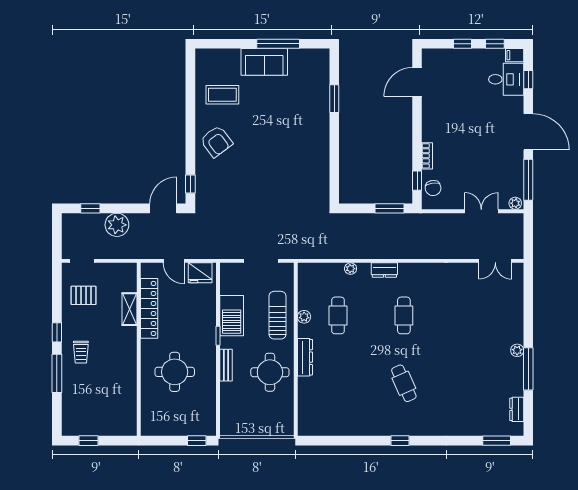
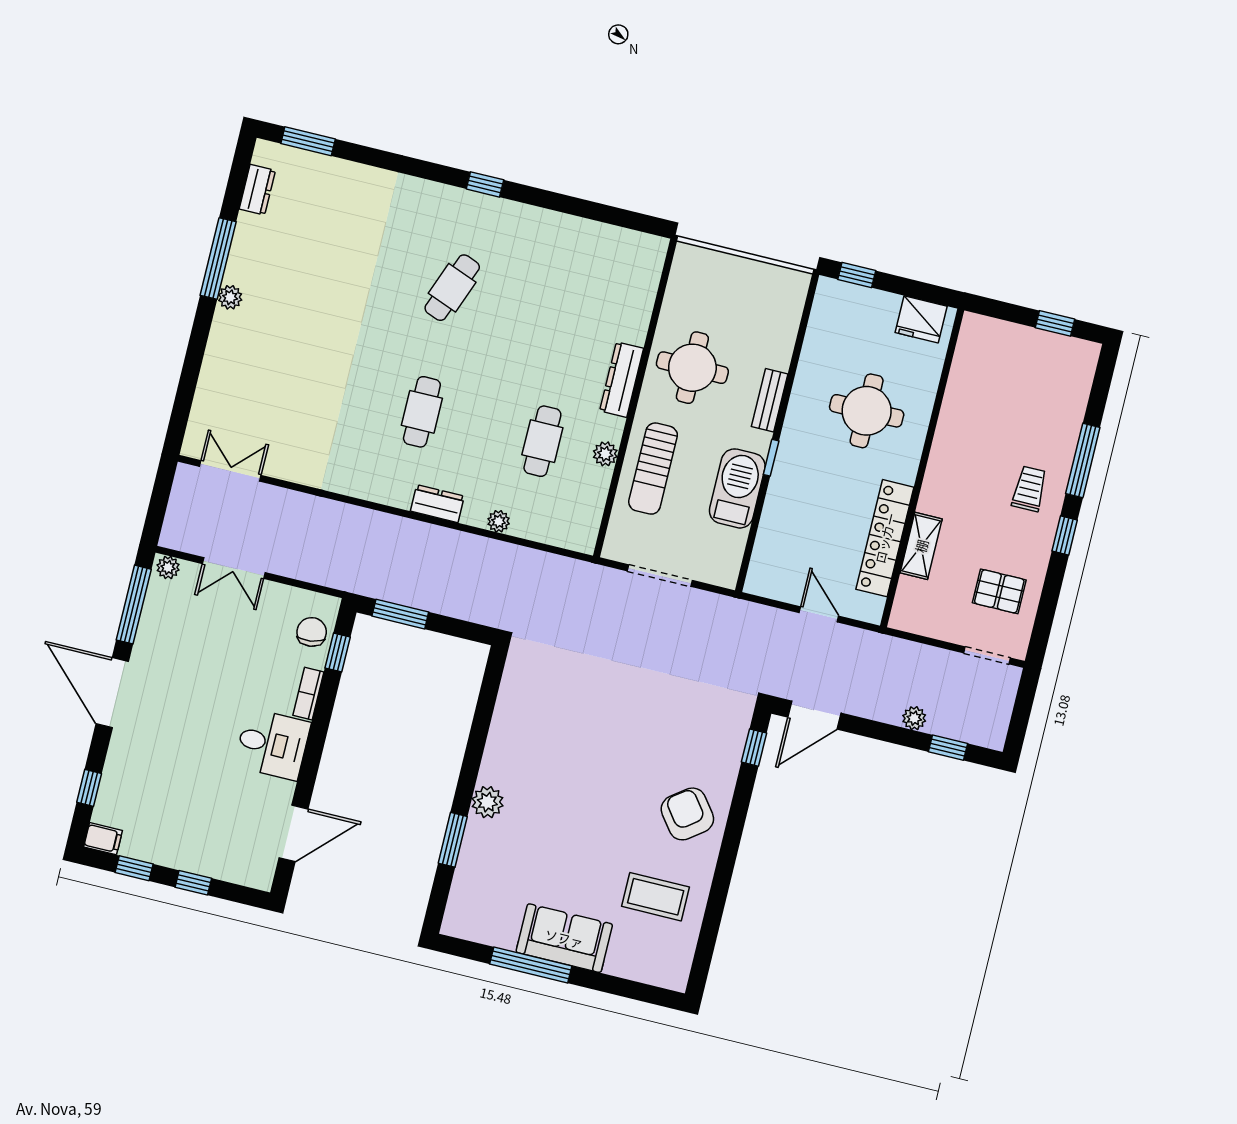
desk: (506, 79) -> (272, 744), moved, turned 180
plant: (321, 122) -> (487, 802), added
plant: (117, 225) -> (914, 718), width x0.53, depth x0.53
fridge: (200, 273) -> (921, 319), moved, turned 180
cafe table: (404, 383) -> (452, 288), turned 45

